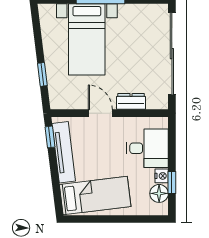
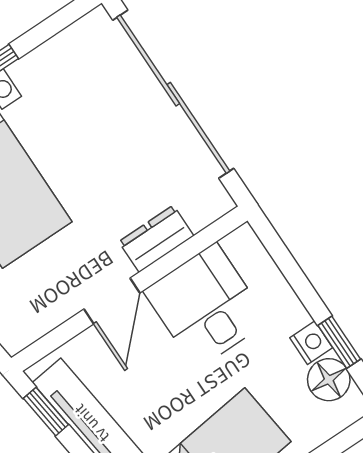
door: (100, 113) -> (112, 301), swing flipped
desk: (147, 148) -> (206, 306), moved, turned -90

